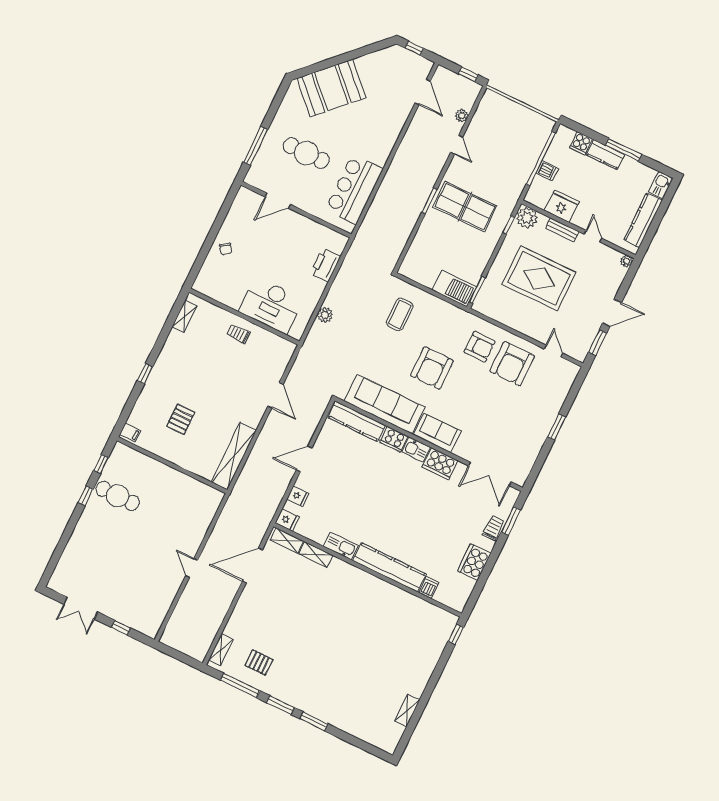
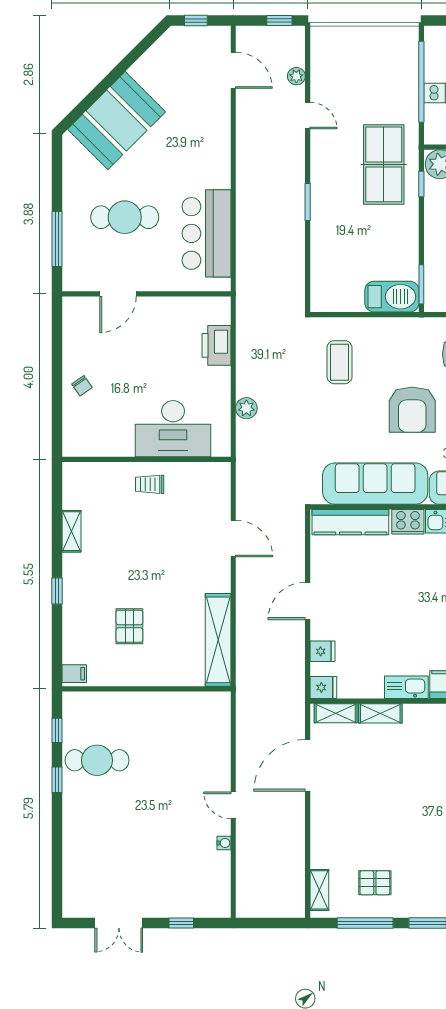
table tennis table: (465, 207) -> (384, 164), moved, turned 90
shelving: (184, 316) -> (71, 531), moved
water cooler: (174, 589) -> (224, 843), added

